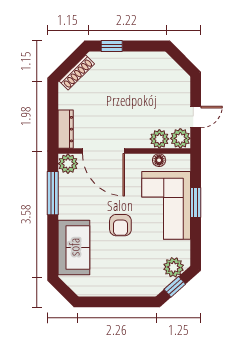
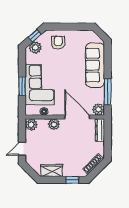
wardrobe: (146, 62) -> (52, 170), added
door: (196, 117) -> (22, 149), moved
plant: (159, 139) -> (54, 124), moved
armchair: (120, 225) -> (58, 43), moved
sofa: (74, 247) -> (95, 65), width x1.36

